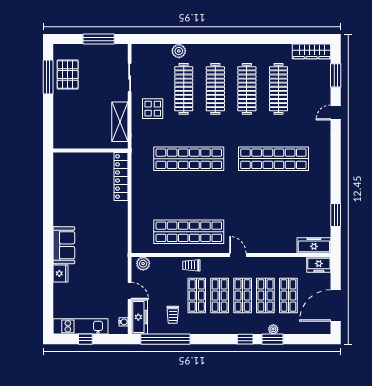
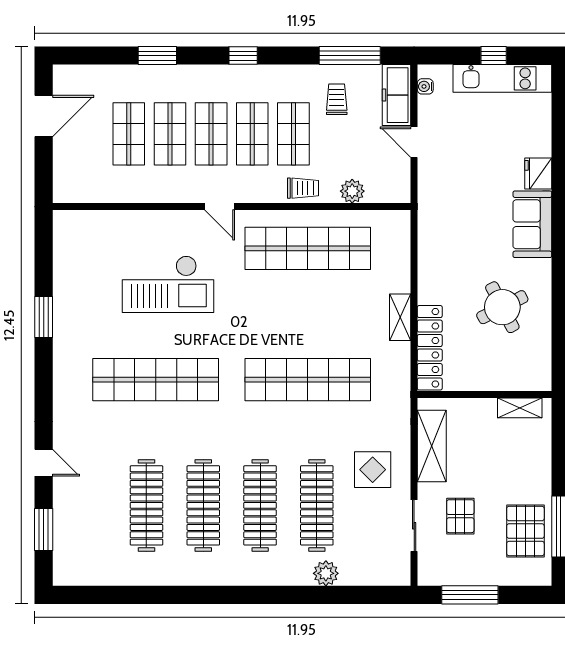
wardrobe: (312, 51) -> (87, 573), removed
pallet: (104, 83) -> (460, 516), added
door: (336, 113) -> (44, 463), hinge flipped
shelving: (71, 143) -> (520, 408), added
shelving: (137, 193) -> (400, 317), added
round table: (81, 199) -> (502, 307), added
checkout: (267, 212) -> (168, 284), added
window: (336, 215) -> (44, 317), moved
freezer: (314, 245) -> (83, 224), removed
plant: (143, 264) -> (352, 191), moved
freezer: (319, 265) -> (74, 189), removed
door: (336, 305) -> (44, 116), width x0.73
plant: (273, 329) -> (156, 73), removed
window: (165, 339) -> (350, 56), width x0.68
window: (245, 339) -> (243, 56), moved

